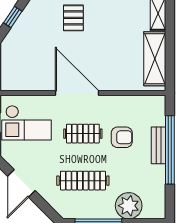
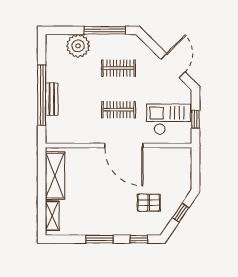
pallet: (73, 18) -> (149, 203), moved, turned 90
armchair: (122, 137) -> (84, 106), removed
clothes rail: (83, 181) -> (119, 68), width x0.73

